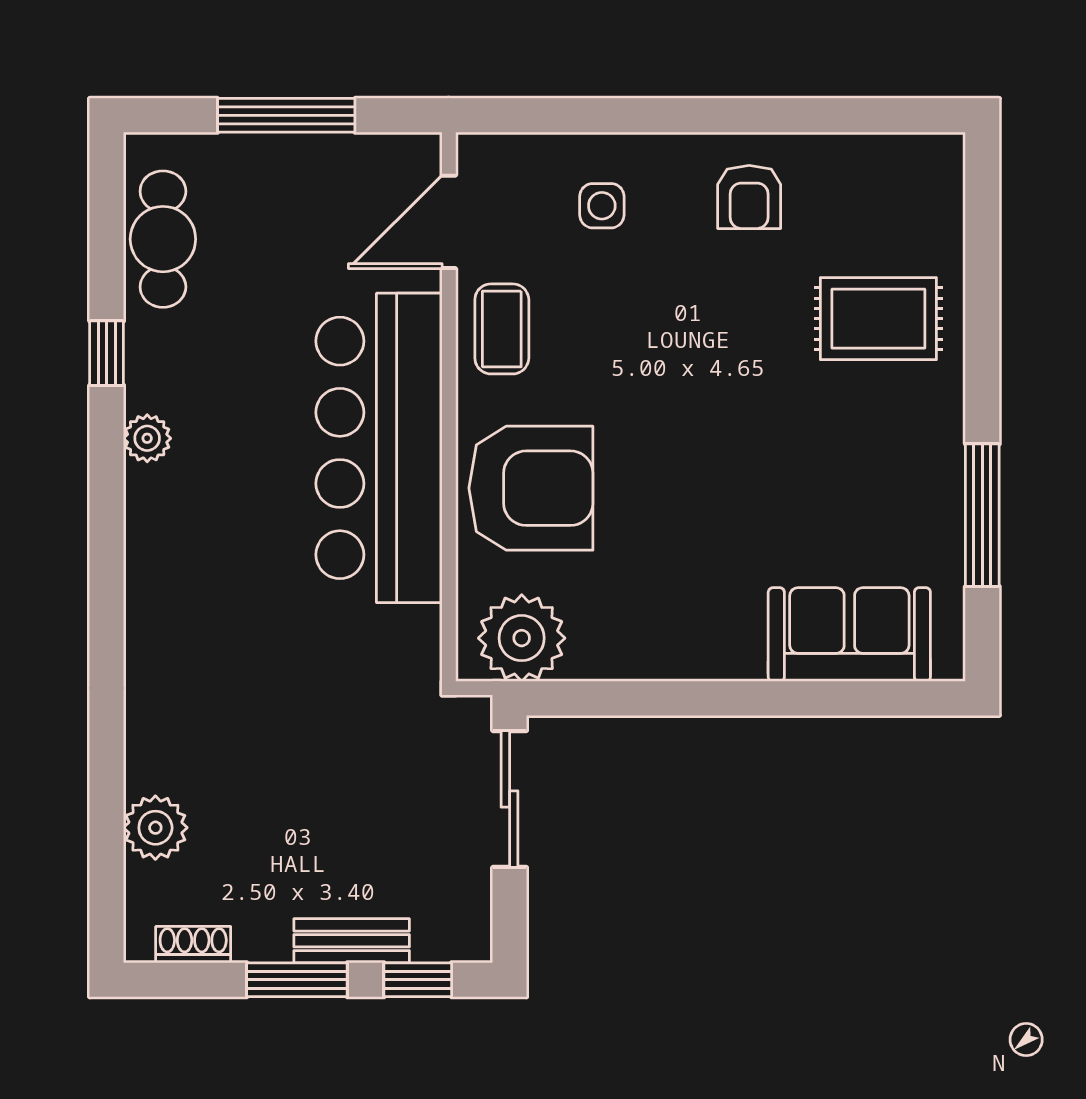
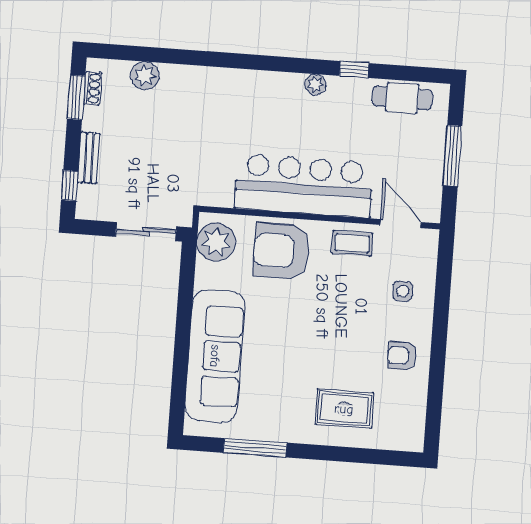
rug: (878, 319) -> (344, 409), turned 90
armchair: (531, 488) -> (281, 251), turned 90
sofa: (849, 635) -> (215, 356), width x1.85, depth x1.27
window: (297, 980) -> (76, 97), moved

